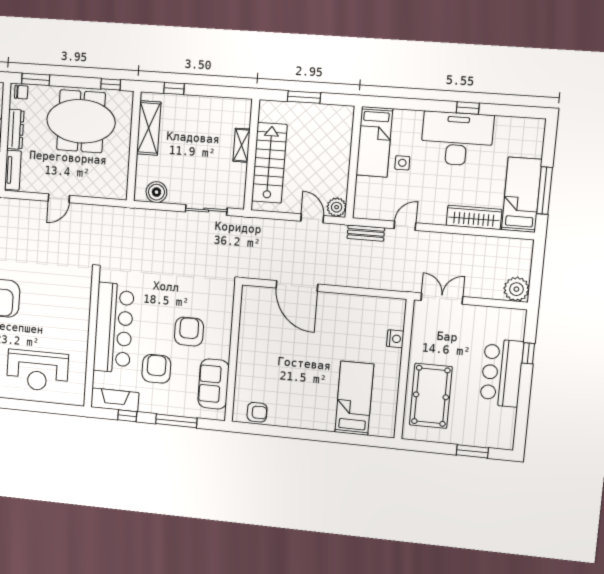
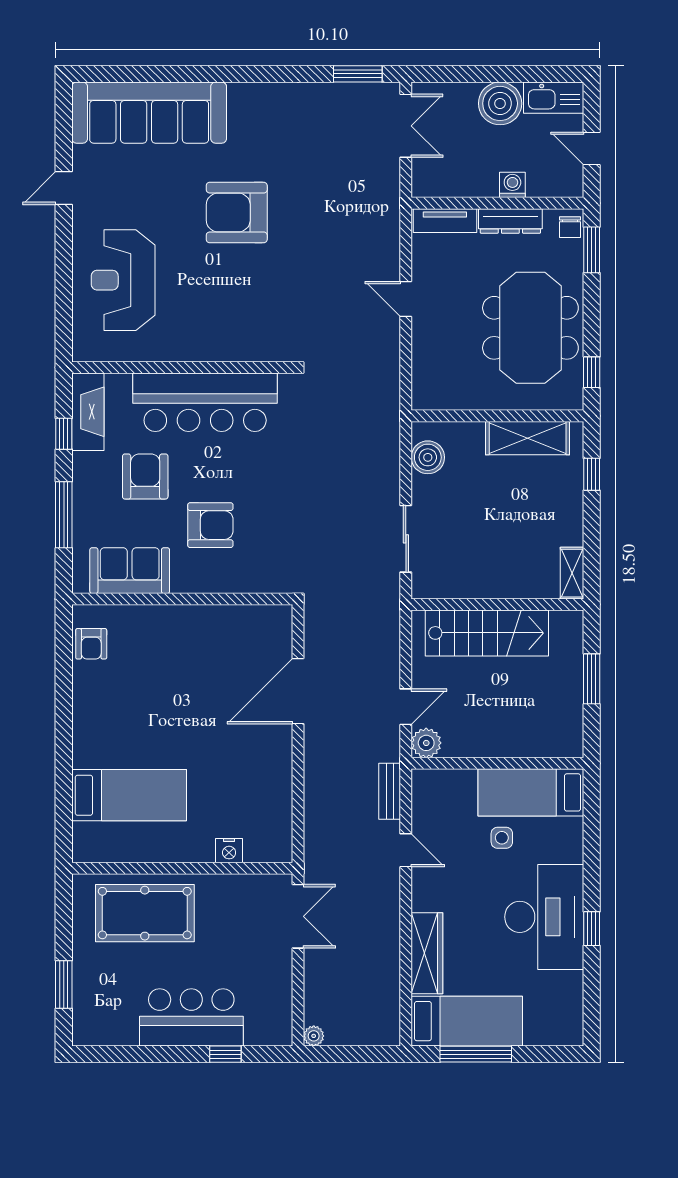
shelving: (242, 145) -> (572, 573), moved, turned 90
plant: (516, 289) -> (314, 1036), width x0.53, depth x0.53
armchair: (156, 369) -> (145, 476), turned -90

